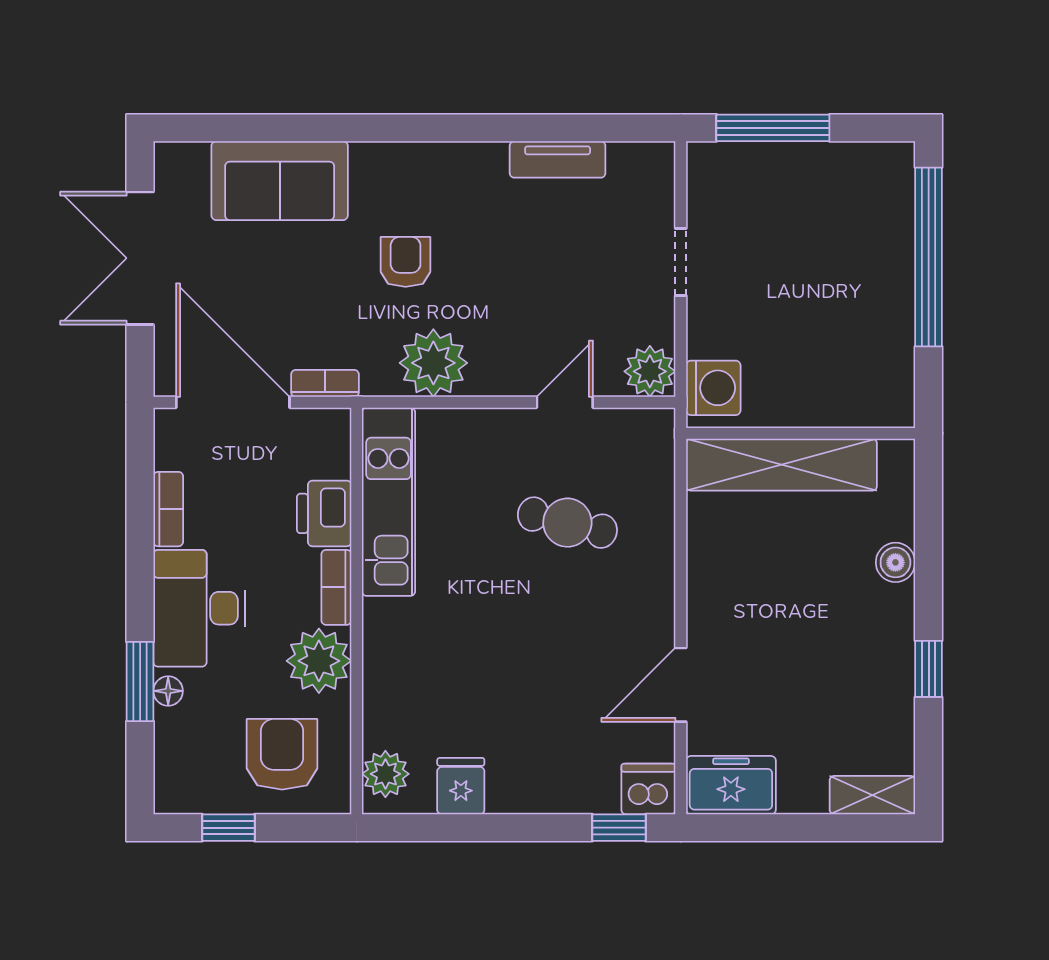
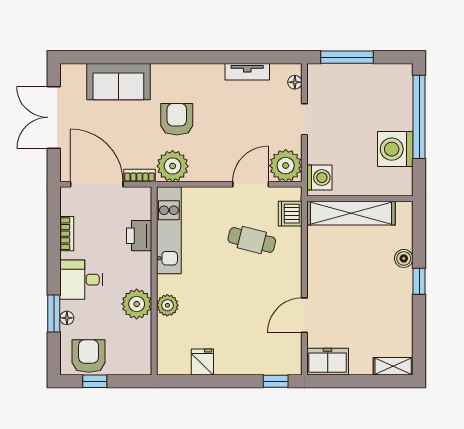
floor lamp: (660, 182) -> (295, 82), added
armchair: (406, 262) -> (177, 119), width x1.38, depth x1.38
washing machine: (877, 326) -> (395, 149), added
plant: (433, 363) -> (173, 166), moved
plant: (650, 371) -> (286, 166), width x1.36, depth x1.36
door: (565, 402) -> (251, 184), width x1.38
bookcase: (336, 587) -> (145, 270), removed
desk: (199, 608) -> (81, 280), width x0.73
window: (929, 669) -> (419, 281), moved
armchair: (282, 754) -> (89, 356), moved
plant: (385, 774) -> (167, 305), moved
dishwasher: (648, 789) -> (290, 214), moved, turned -90

